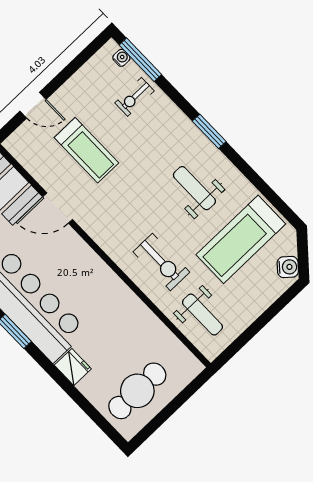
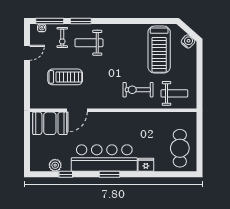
door: (33, 105) -> (27, 53), moved
window: (209, 131) -> (81, 21), moved
weight bench: (194, 188) -> (89, 43), moved
exercise bike: (161, 262) -> (138, 90), turned 180

